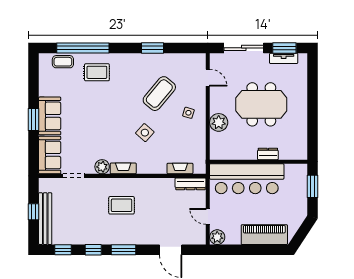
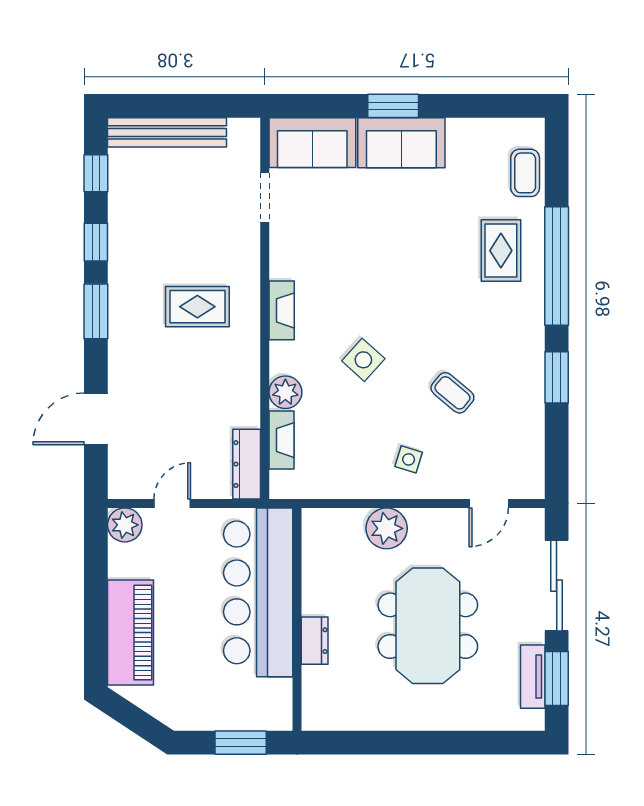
window: (83, 48) -> (557, 266), moved
coffee table: (159, 94) -> (452, 393), width x0.54, depth x0.58
plant: (102, 167) -> (285, 392), moved
rug: (122, 205) -> (197, 307), turned 90
window: (34, 212) -> (183, 106), removed

